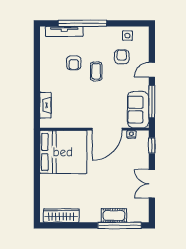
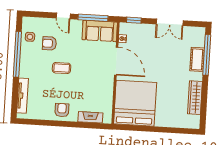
window: (82, 23) -> (17, 54), moved
armchair: (74, 63) -> (62, 110), moved, turned -90
wardrobe: (61, 216) -> (195, 98), moved

